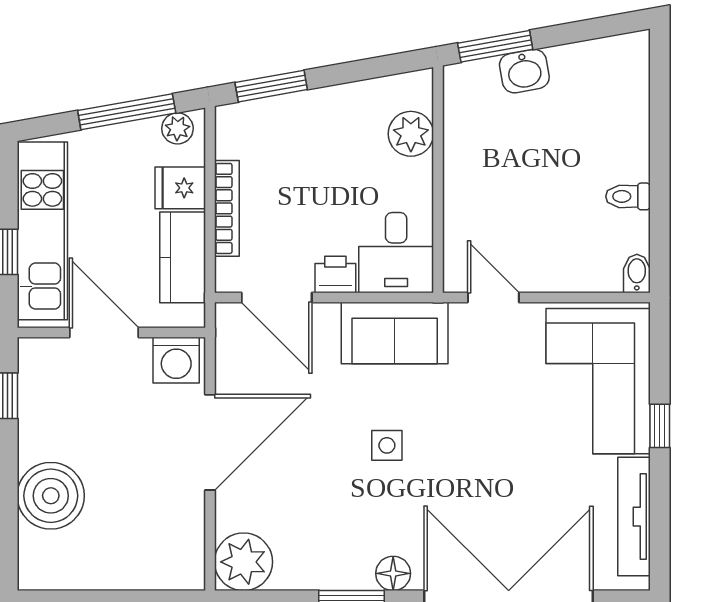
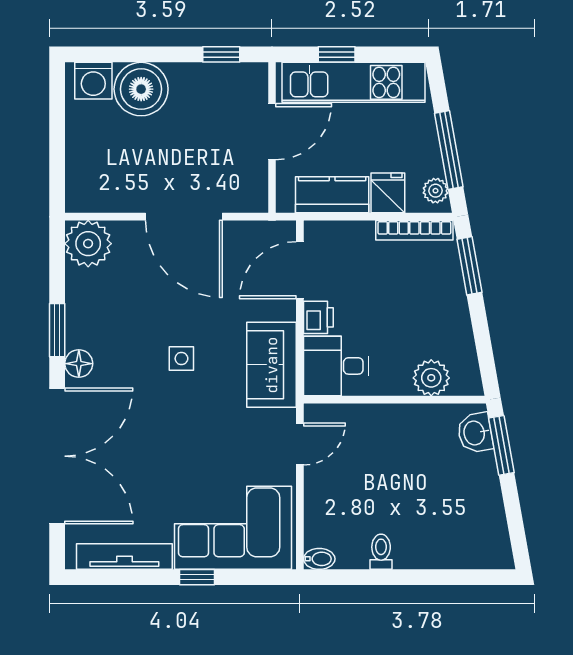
washbasin: (524, 71) -> (475, 433), moved
bookcase: (227, 208) -> (414, 230), moved
washing machine: (176, 360) -> (93, 81), moved, turned -90

